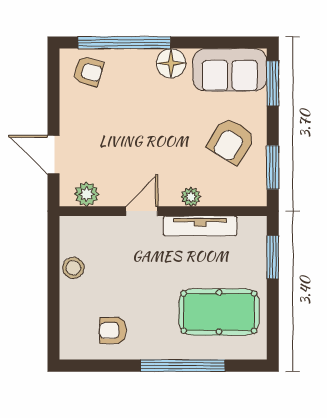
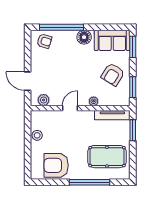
tv unit: (200, 226) -> (112, 115), moved
armchair: (113, 330) -> (56, 165), width x1.88, depth x1.88

